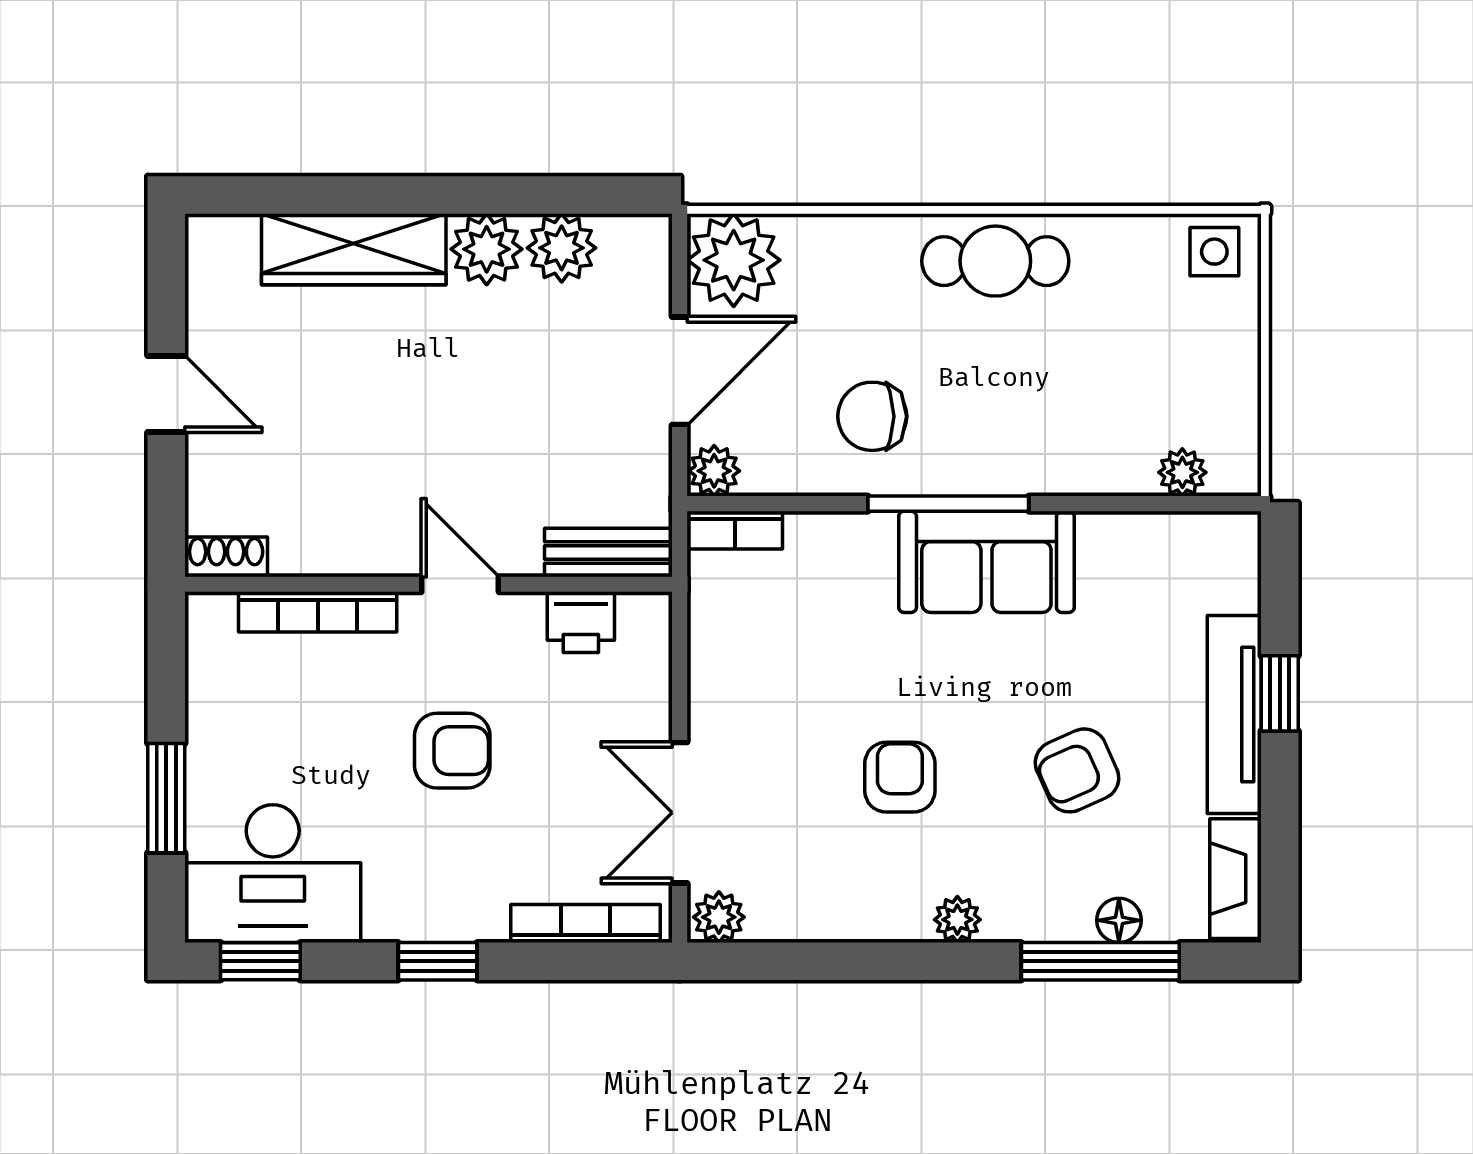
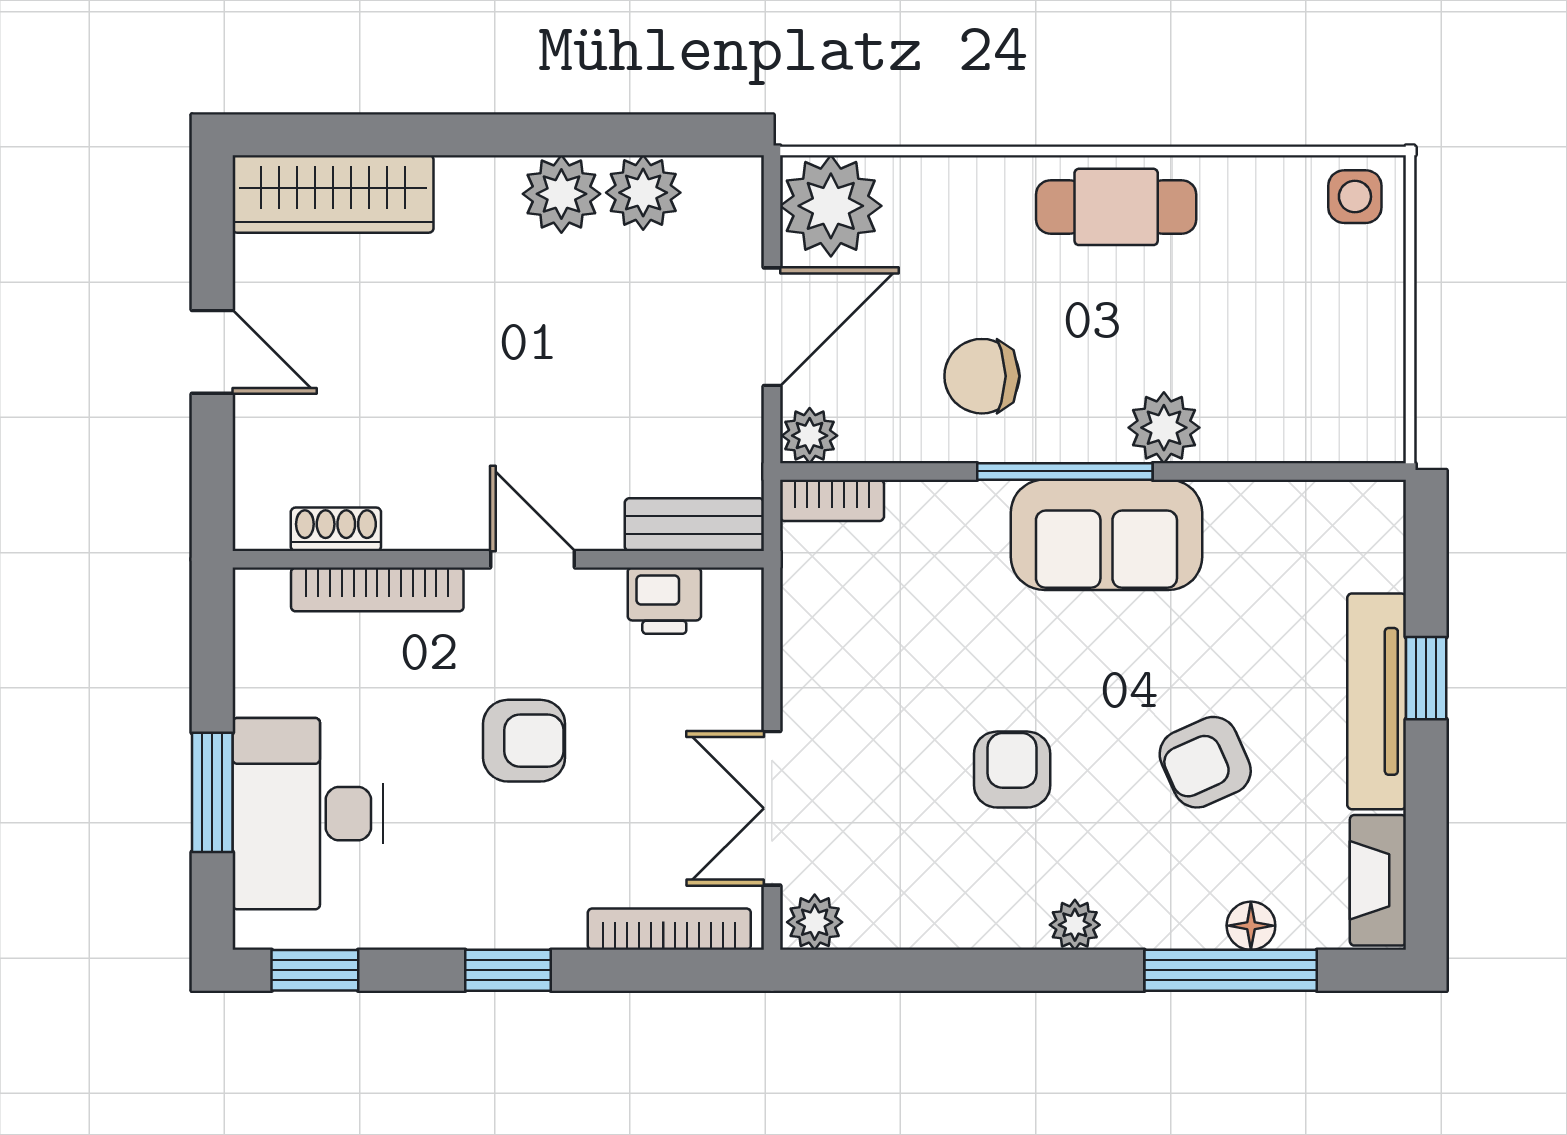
wardrobe: (354, 249) -> (333, 194), moved
plant: (1182, 472) -> (1164, 428), moved, width x1.38, depth x1.38
shoe rack: (226, 557) -> (336, 529), moved
desk: (273, 874) -> (308, 814), moved, turned 90

